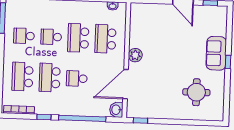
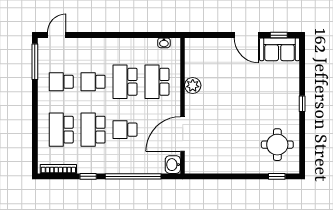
sofa: (216, 53) -> (280, 49), moved, turned -90
plant: (135, 55) -> (193, 85), moved
round table: (196, 92) -> (277, 145), moved
window: (140, 121) -> (277, 176), moved

